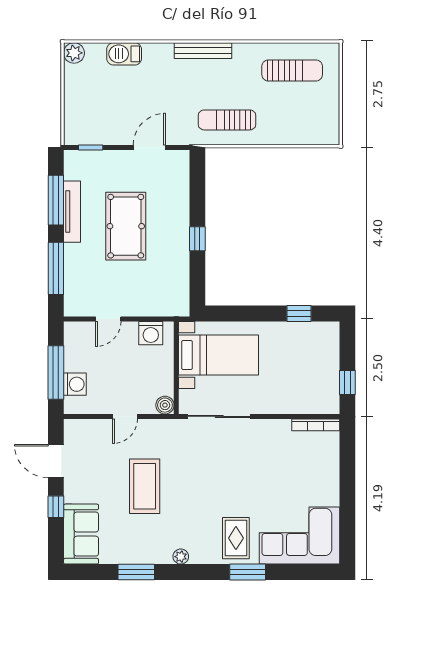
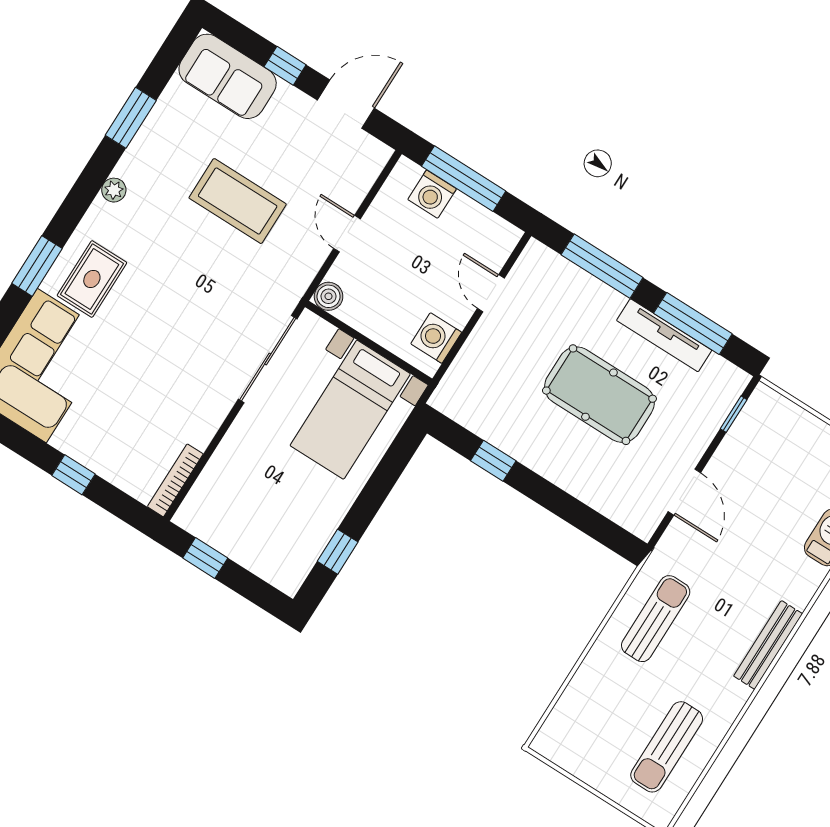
window: (197, 239) -> (493, 461), moved
window: (347, 482) -> (73, 475), added
rug: (236, 538) -> (92, 279), turned 90

